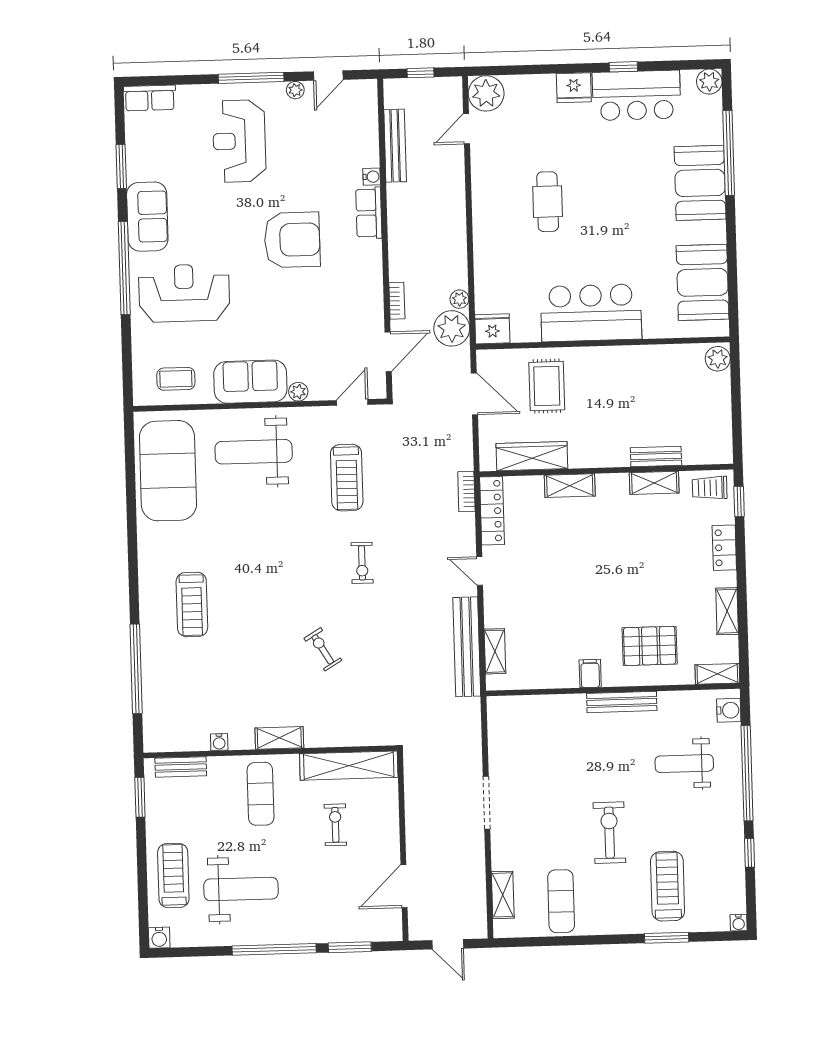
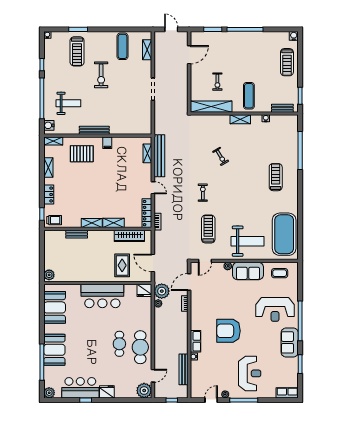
cafe table: (498, 195) -> (140, 347), added
shelving: (654, 483) -> (92, 223), moved
weight bench: (241, 889) -> (258, 56), removed

